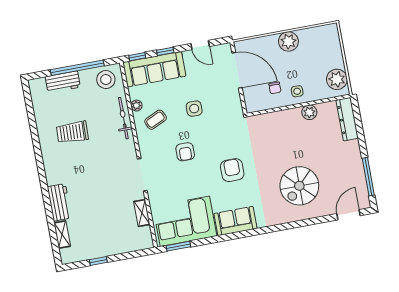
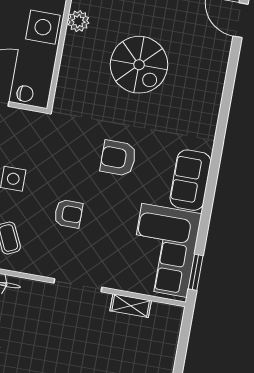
chair: (275, 88) -> (25, 94), moved
side table: (297, 91) -> (43, 27), width x1.87, depth x1.87
spiral stairs: (299, 186) -> (139, 65), moved

